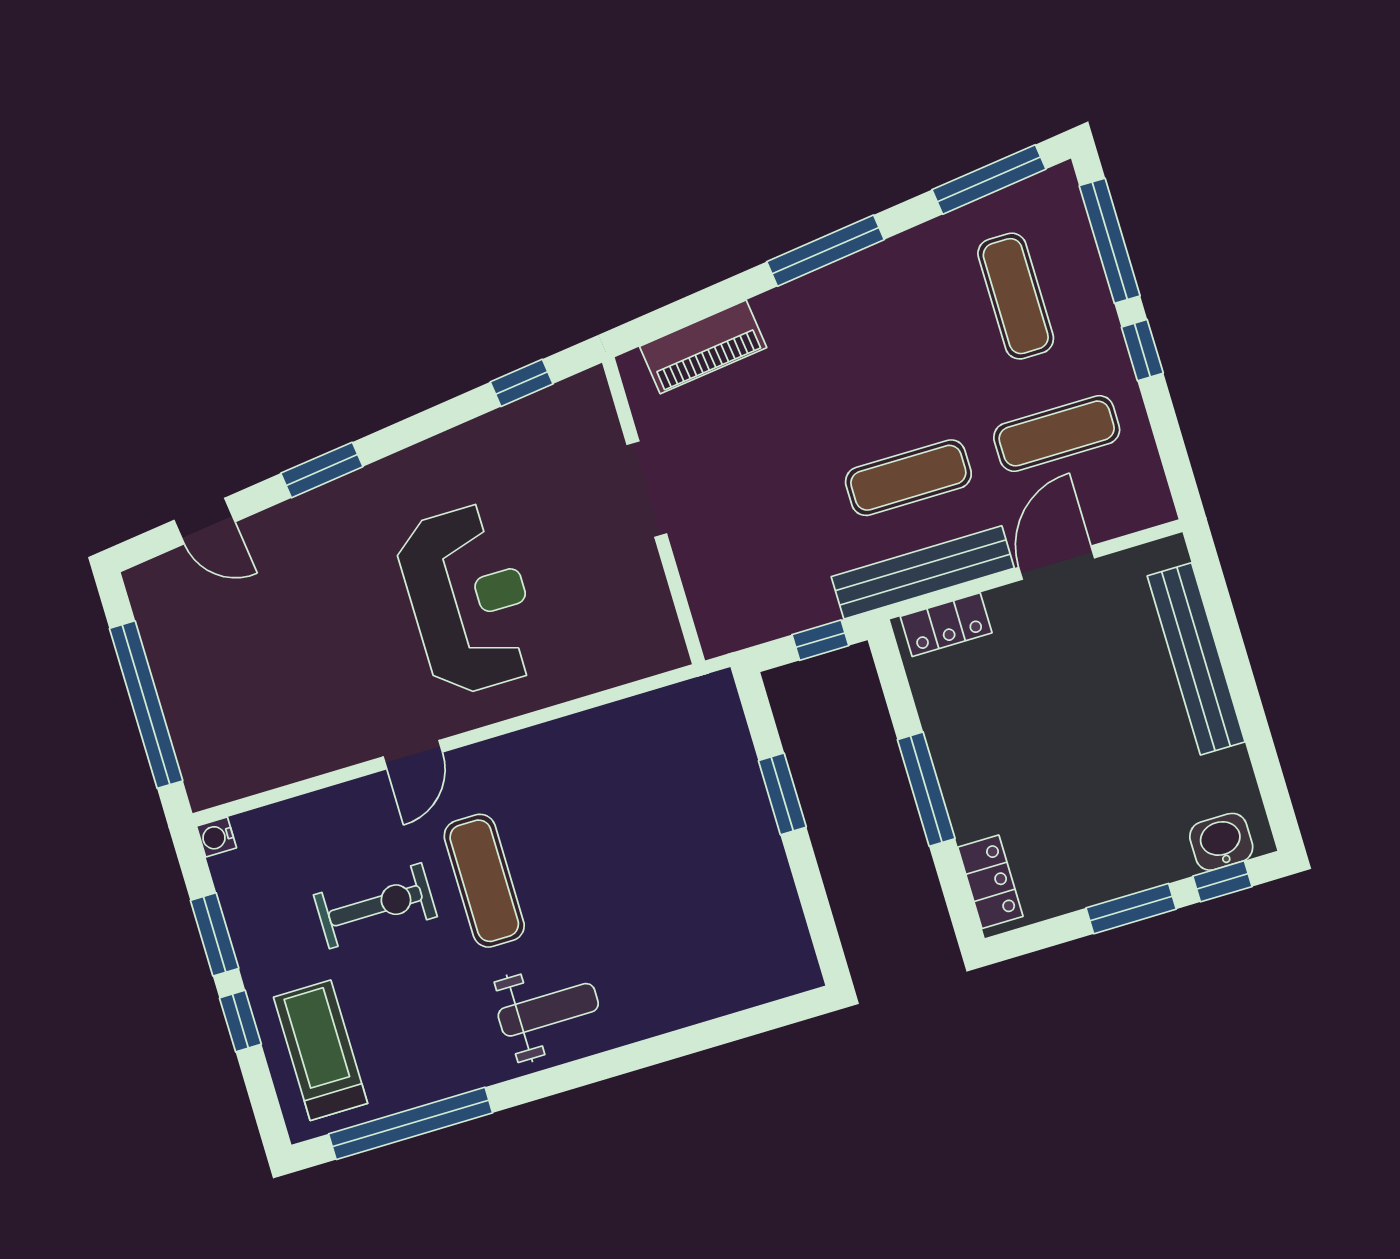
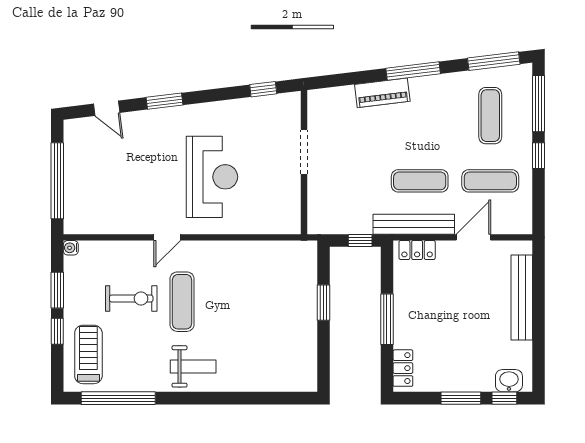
piano: (703, 347) -> (382, 93), moved

